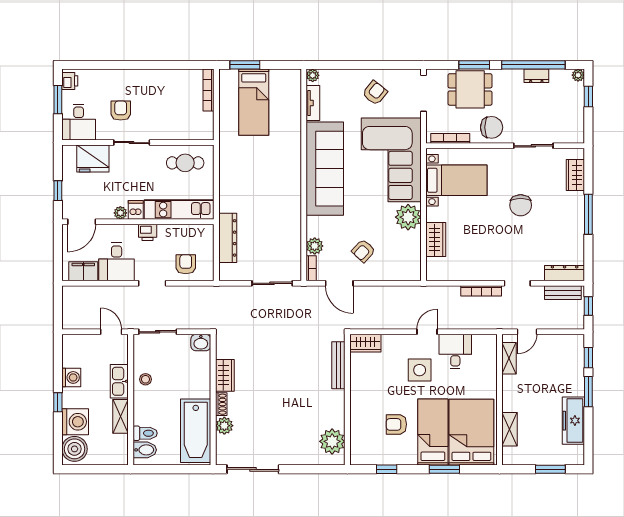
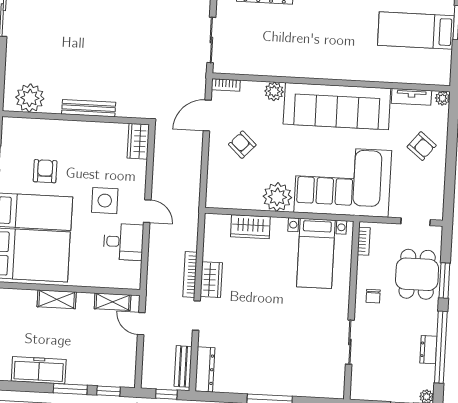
armchair: (375, 93) -> (422, 146), moved
doorway: (423, 93) -> (416, 222), width x0.73
chair: (492, 127) -> (373, 296), width x0.54, depth x0.54
bookcase: (450, 138) -> (364, 241), width x0.64
wardrobe: (575, 175) -> (211, 280), moved, turned 90
chair: (521, 205) -> (284, 324), removed
plant: (315, 246) -> (274, 91), moved
bench: (338, 365) -> (89, 108), moved
shelving: (510, 429) -> (57, 299), moved

